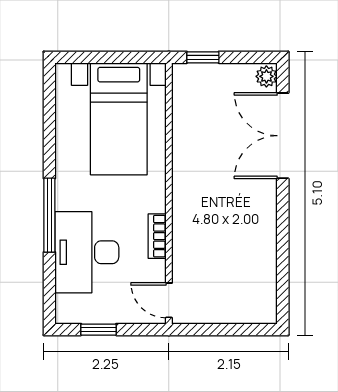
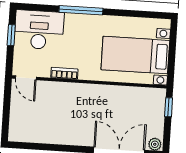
desk: (87, 252) -> (39, 30), moved
door: (169, 300) -> (26, 78), swing flipped

